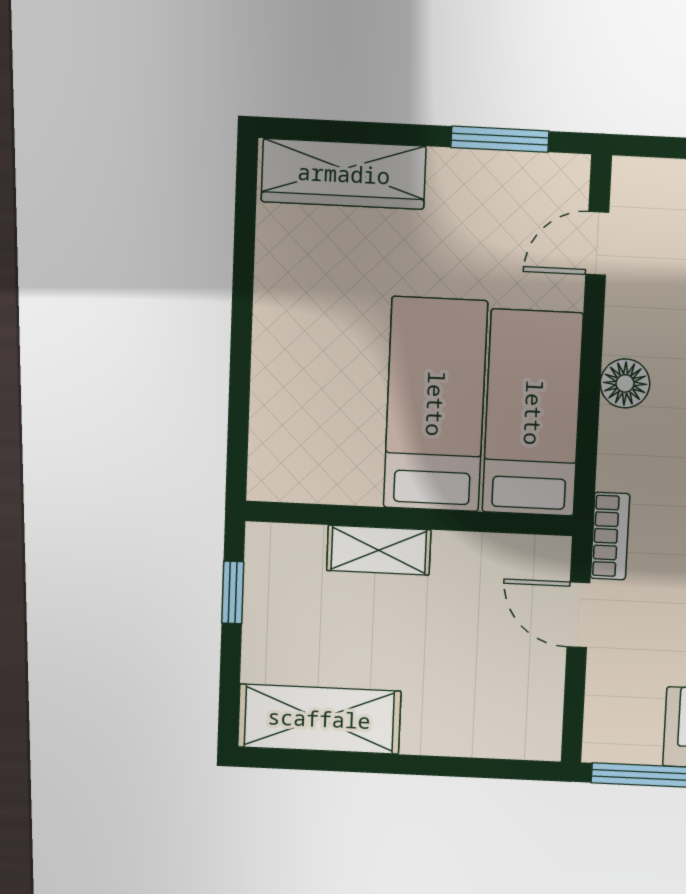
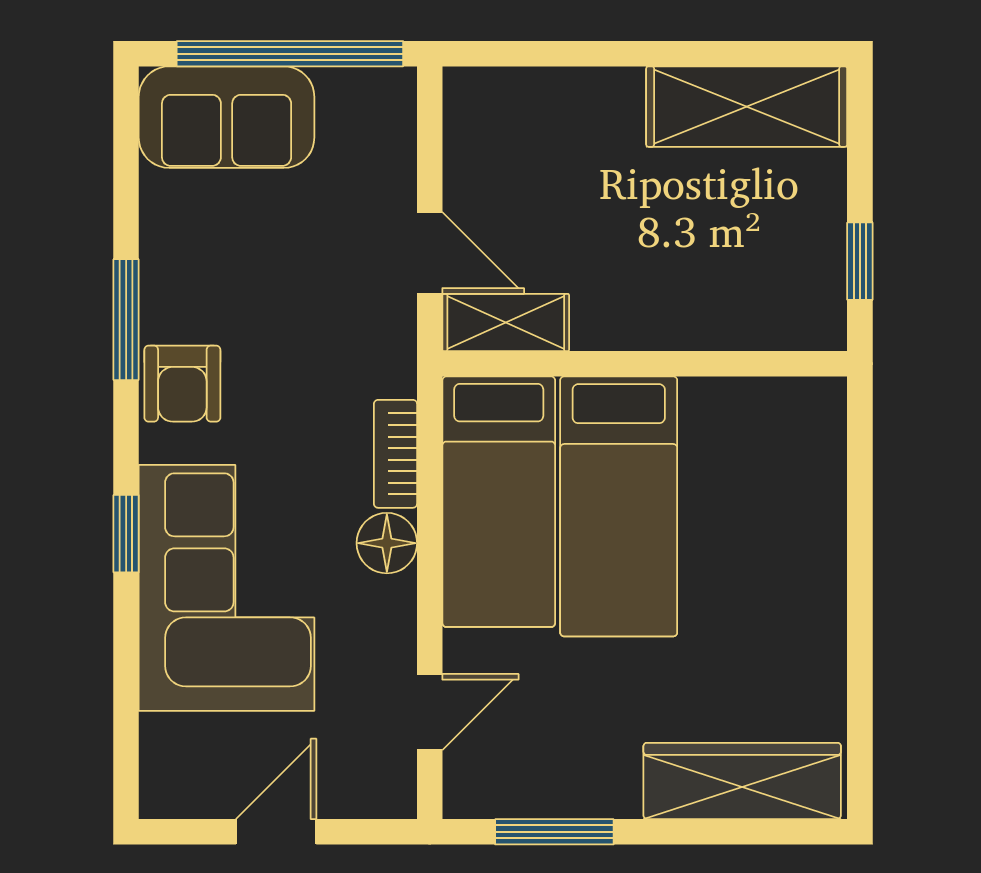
bookcase: (610, 536) -> (395, 454), moved
shelving: (379, 550) -> (506, 323), moved

